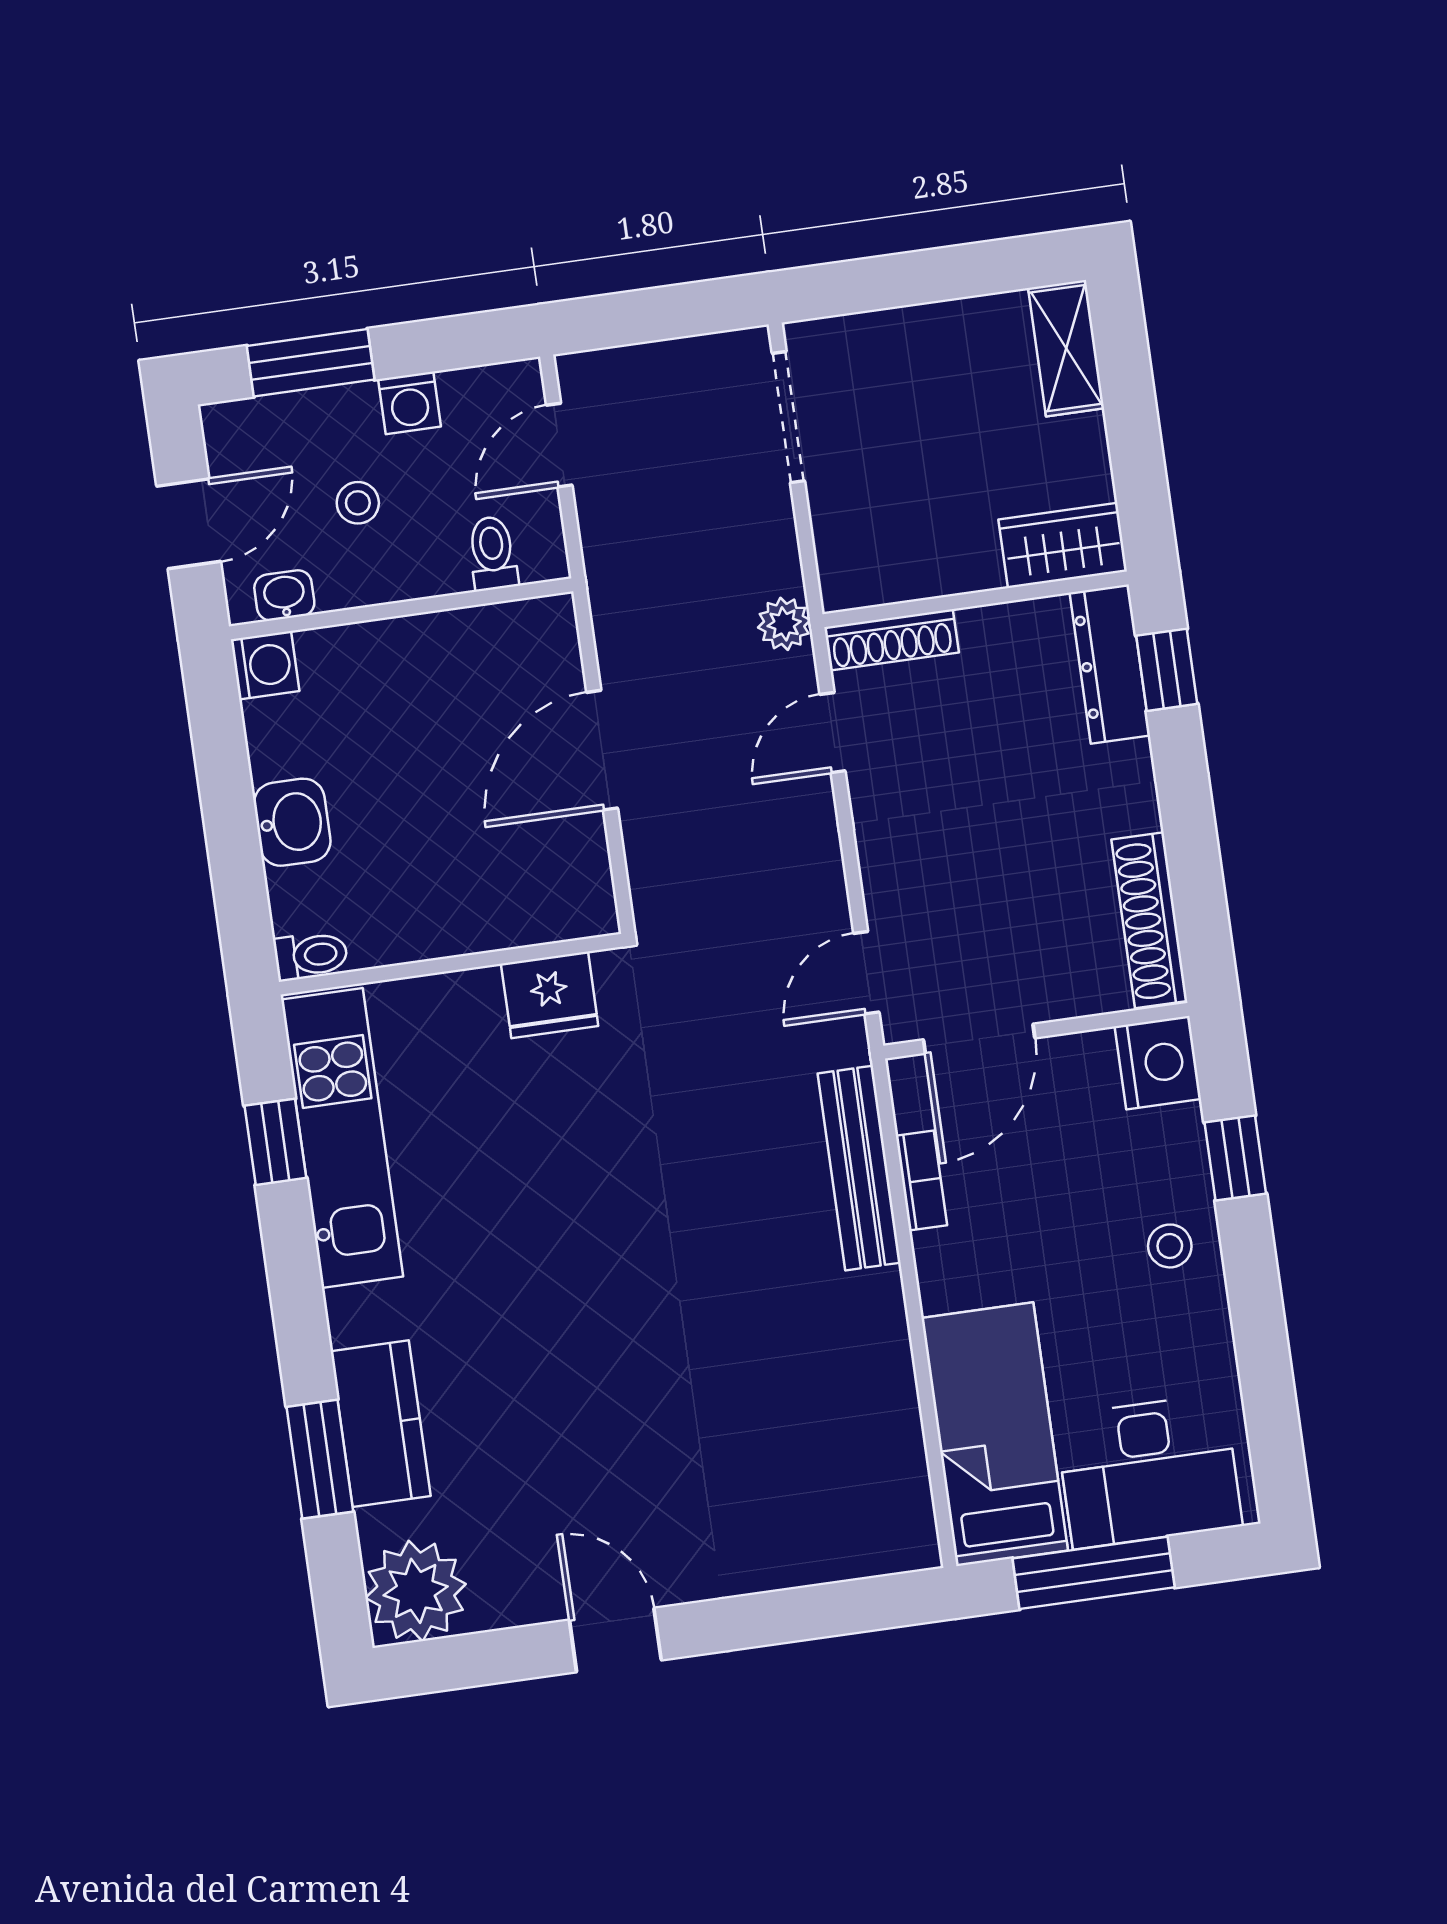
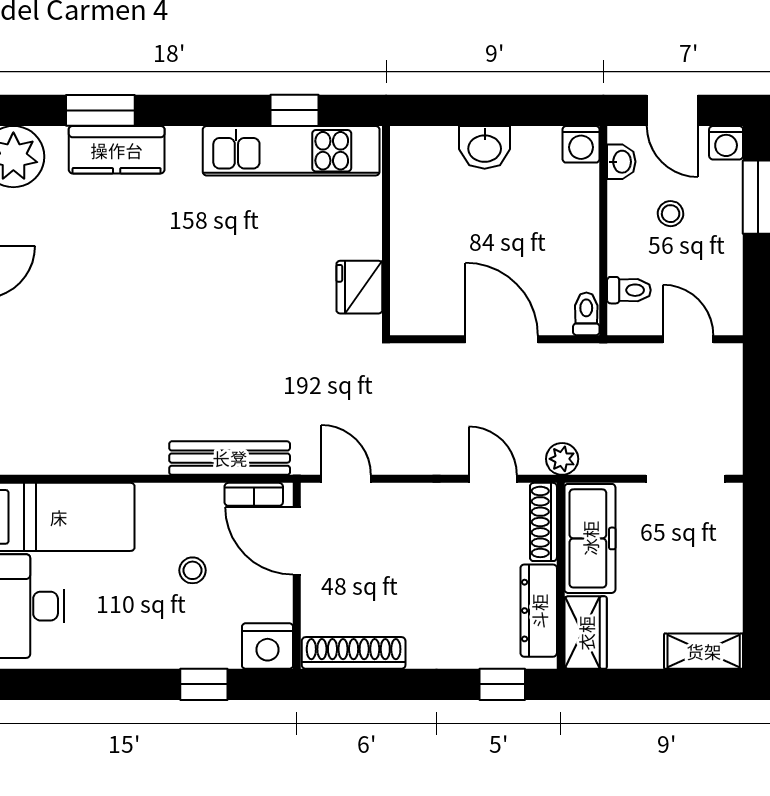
washing machine: (409, 403) -> (726, 143), moved, turned -90
freezer: (908, 560) -> (590, 538), added
dresser: (1110, 664) -> (539, 611), moved, turned -90
toilet: (311, 955) -> (586, 314), moved, turned 180
bookcase: (921, 1180) -> (254, 494), moved
stool: (1170, 1246) -> (193, 570), moved

